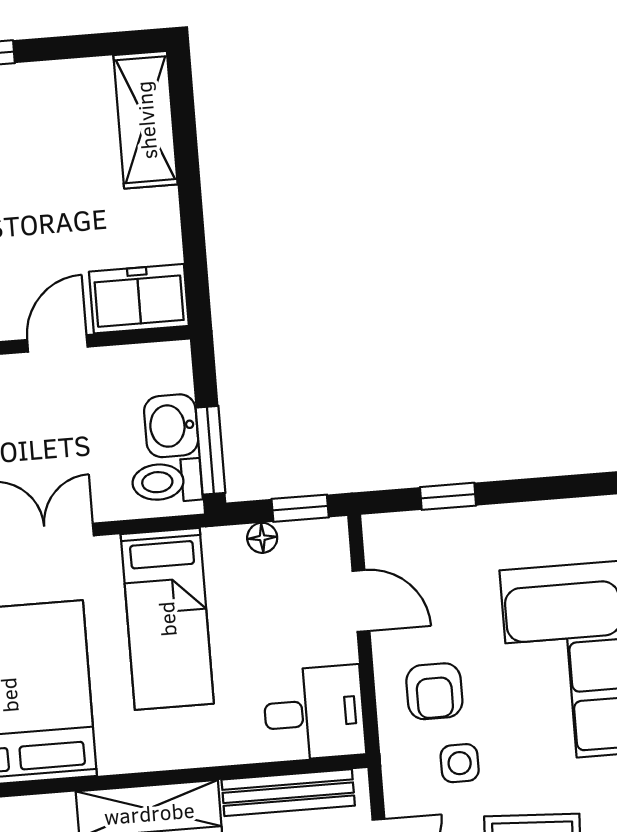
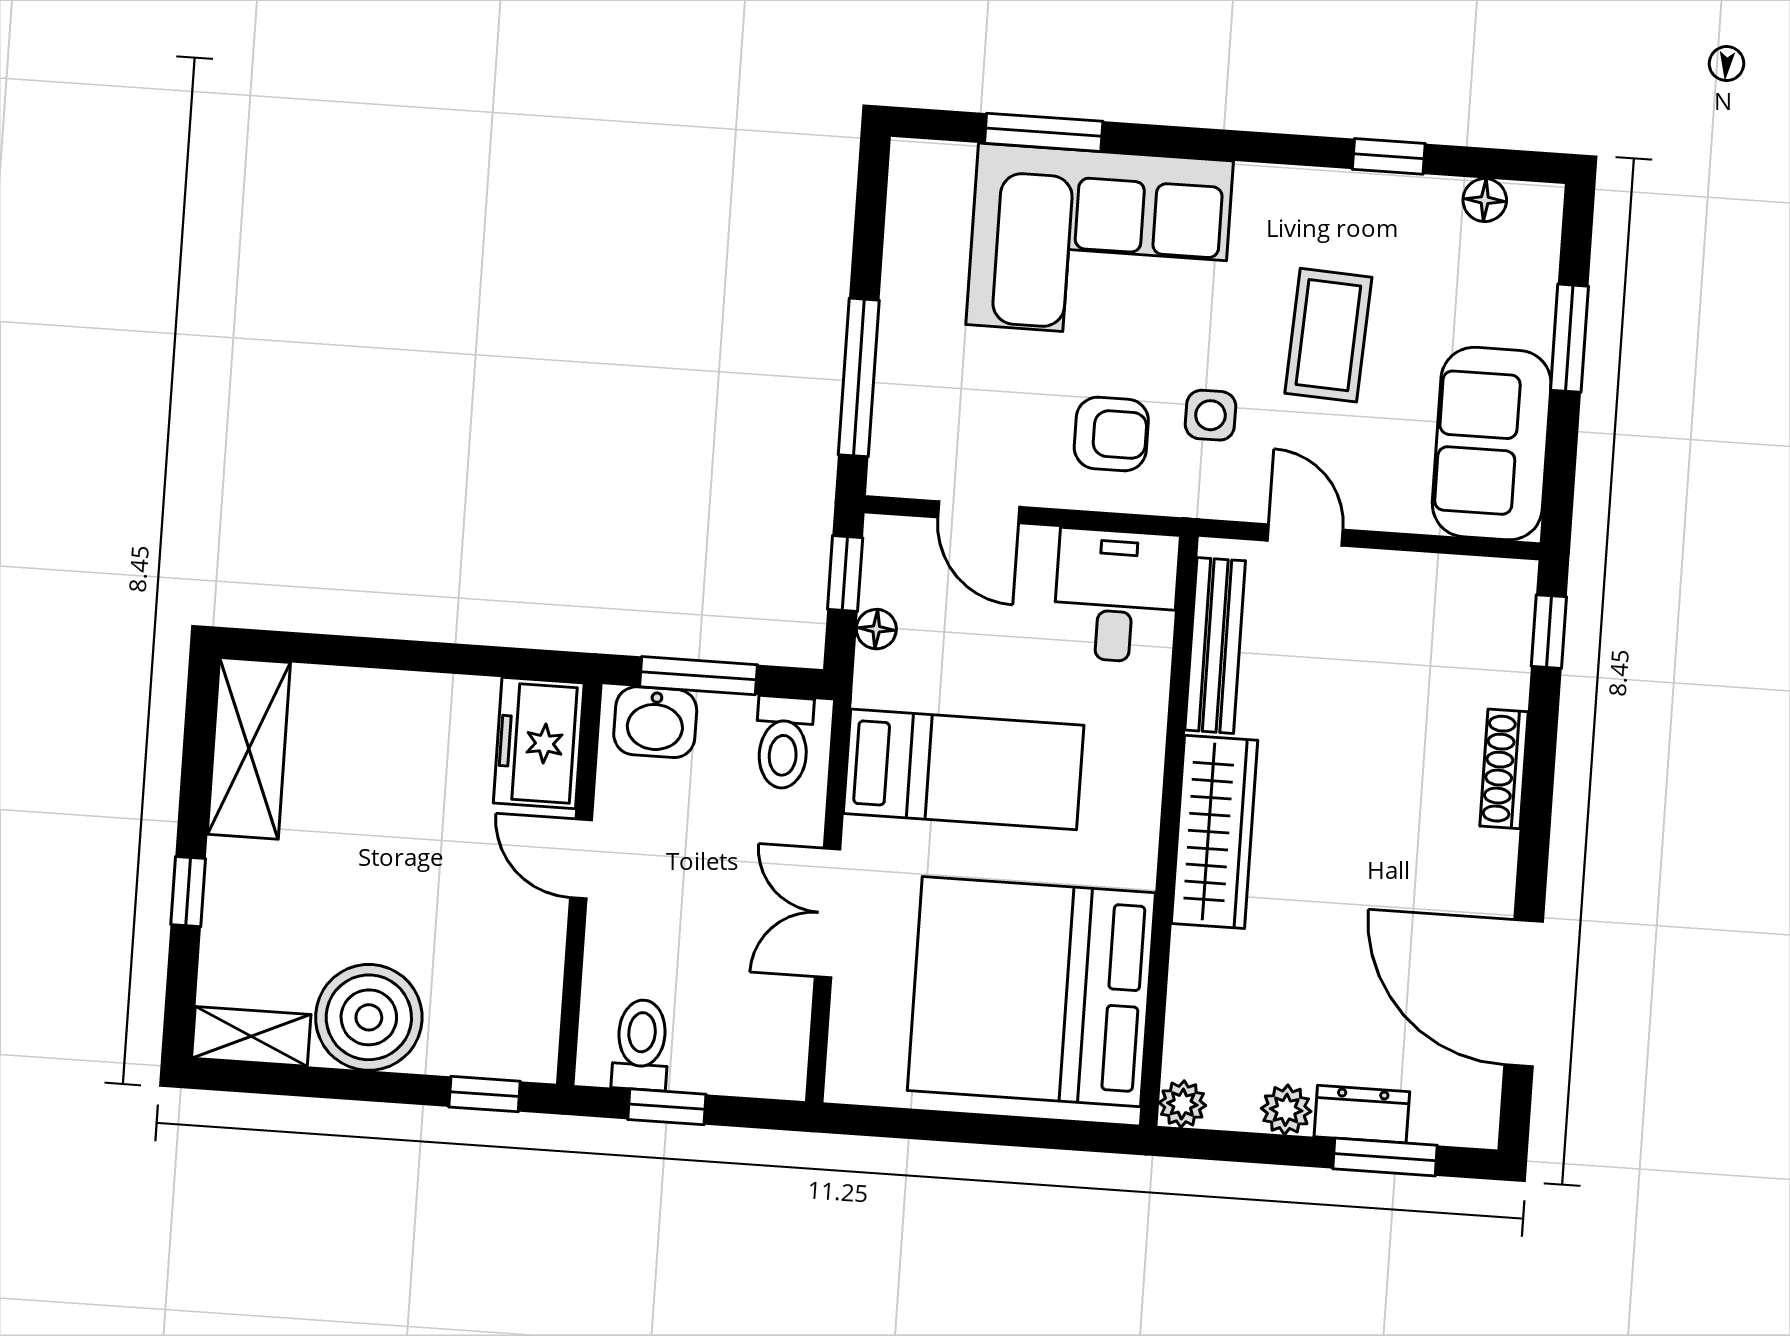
shelving: (146, 120) -> (249, 748), moved, turned 90
washbasin: (171, 426) -> (655, 722), moved
window: (210, 450) -> (698, 676), moved
window: (448, 496) -> (859, 377), width x2.17
door: (361, 601) -> (979, 512), swing flipped

